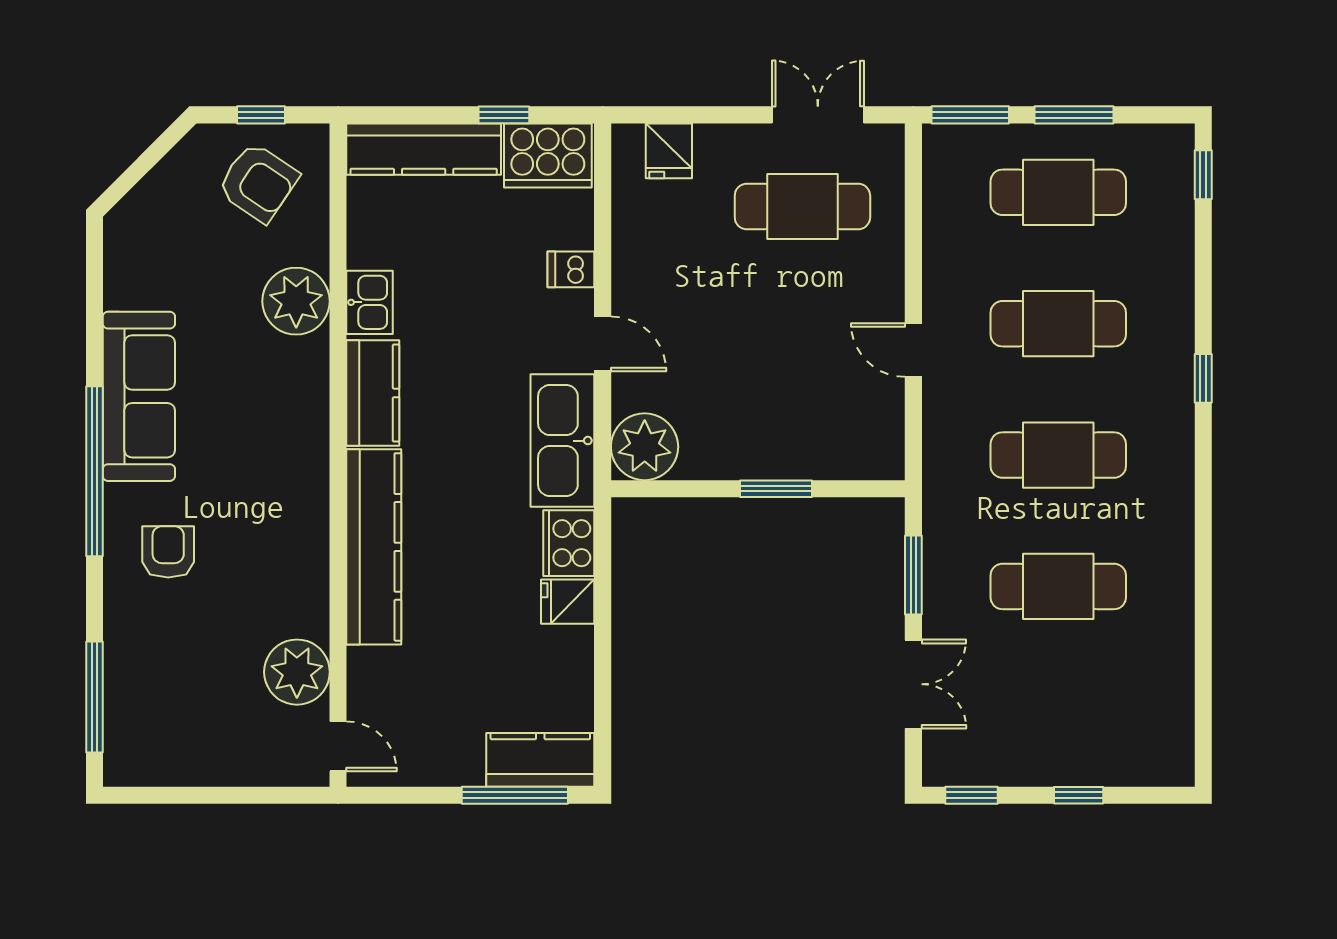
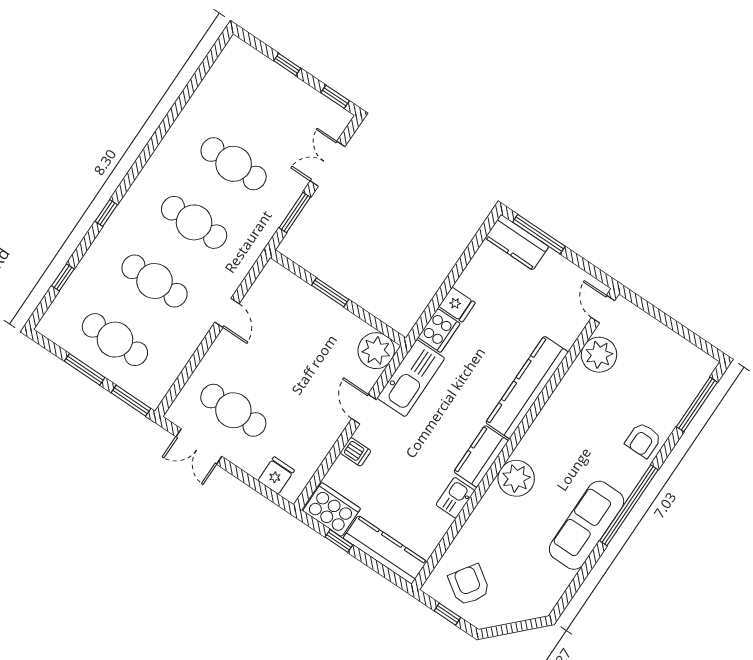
window: (1203, 175) -> (63, 277), moved
plant: (296, 301) -> (516, 478), moved
armchair: (168, 552) -> (643, 440), moved

